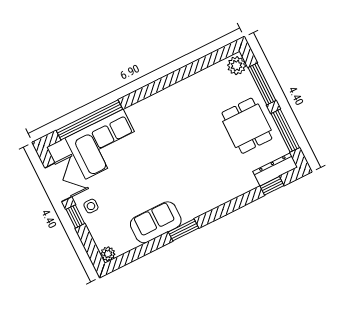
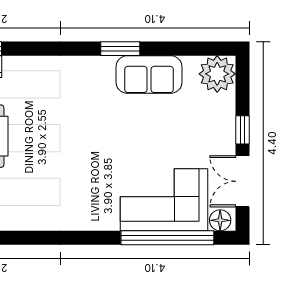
floor lamp: (60, 149) -> (220, 220), added
side table: (91, 206) -> (217, 133), removed
plant: (108, 254) -> (217, 74), width x1.87, depth x1.87

